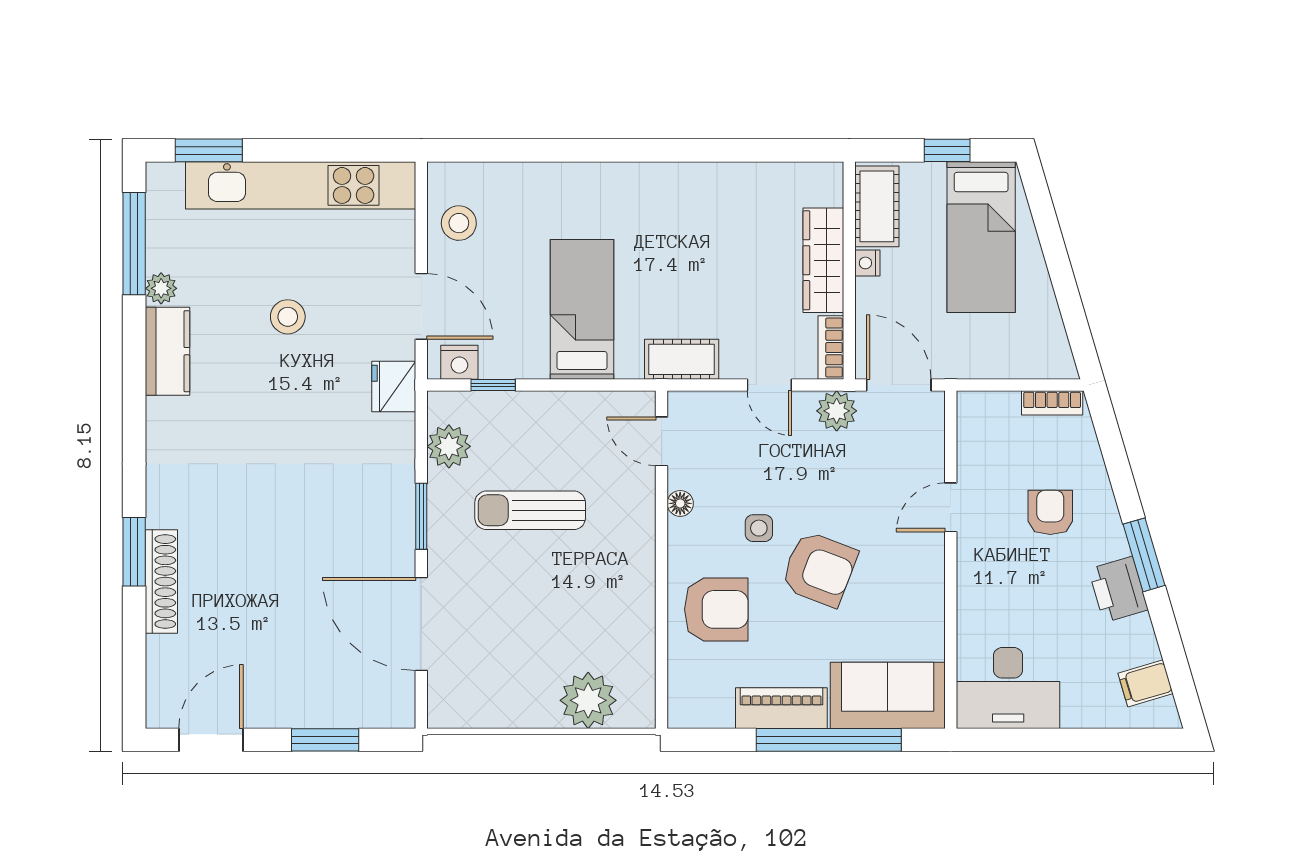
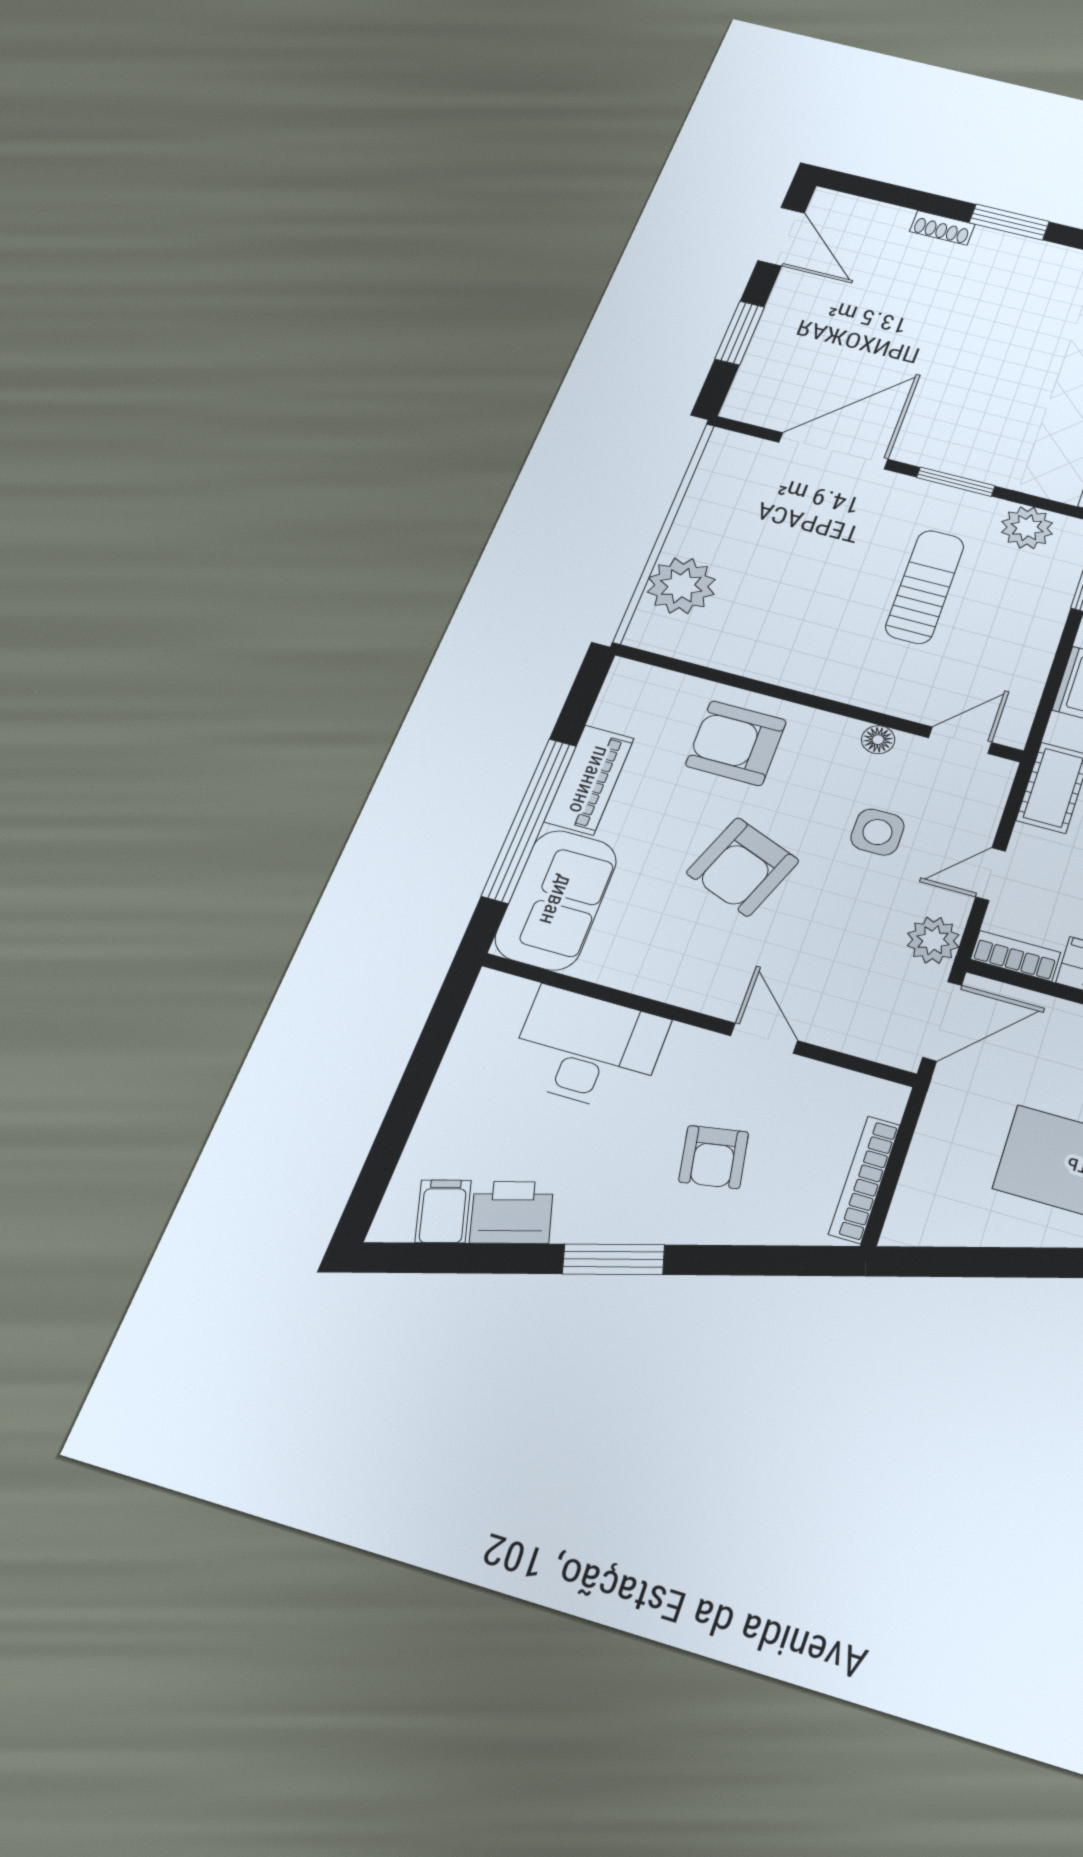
bookcase: (1052, 403) -> (864, 1179), width x1.56
armchair: (1050, 512) -> (714, 1157), turned 80
side table: (759, 528) -> (877, 832), moved, width x1.37, depth x1.37
shoe rack: (161, 582) -> (942, 228), width x0.51, depth x0.81
printer: (1118, 589) -> (512, 1212), moved
armchair: (716, 609) -> (736, 743), turned 90
desk: (1008, 688) -> (588, 1049), moved, turned 90

